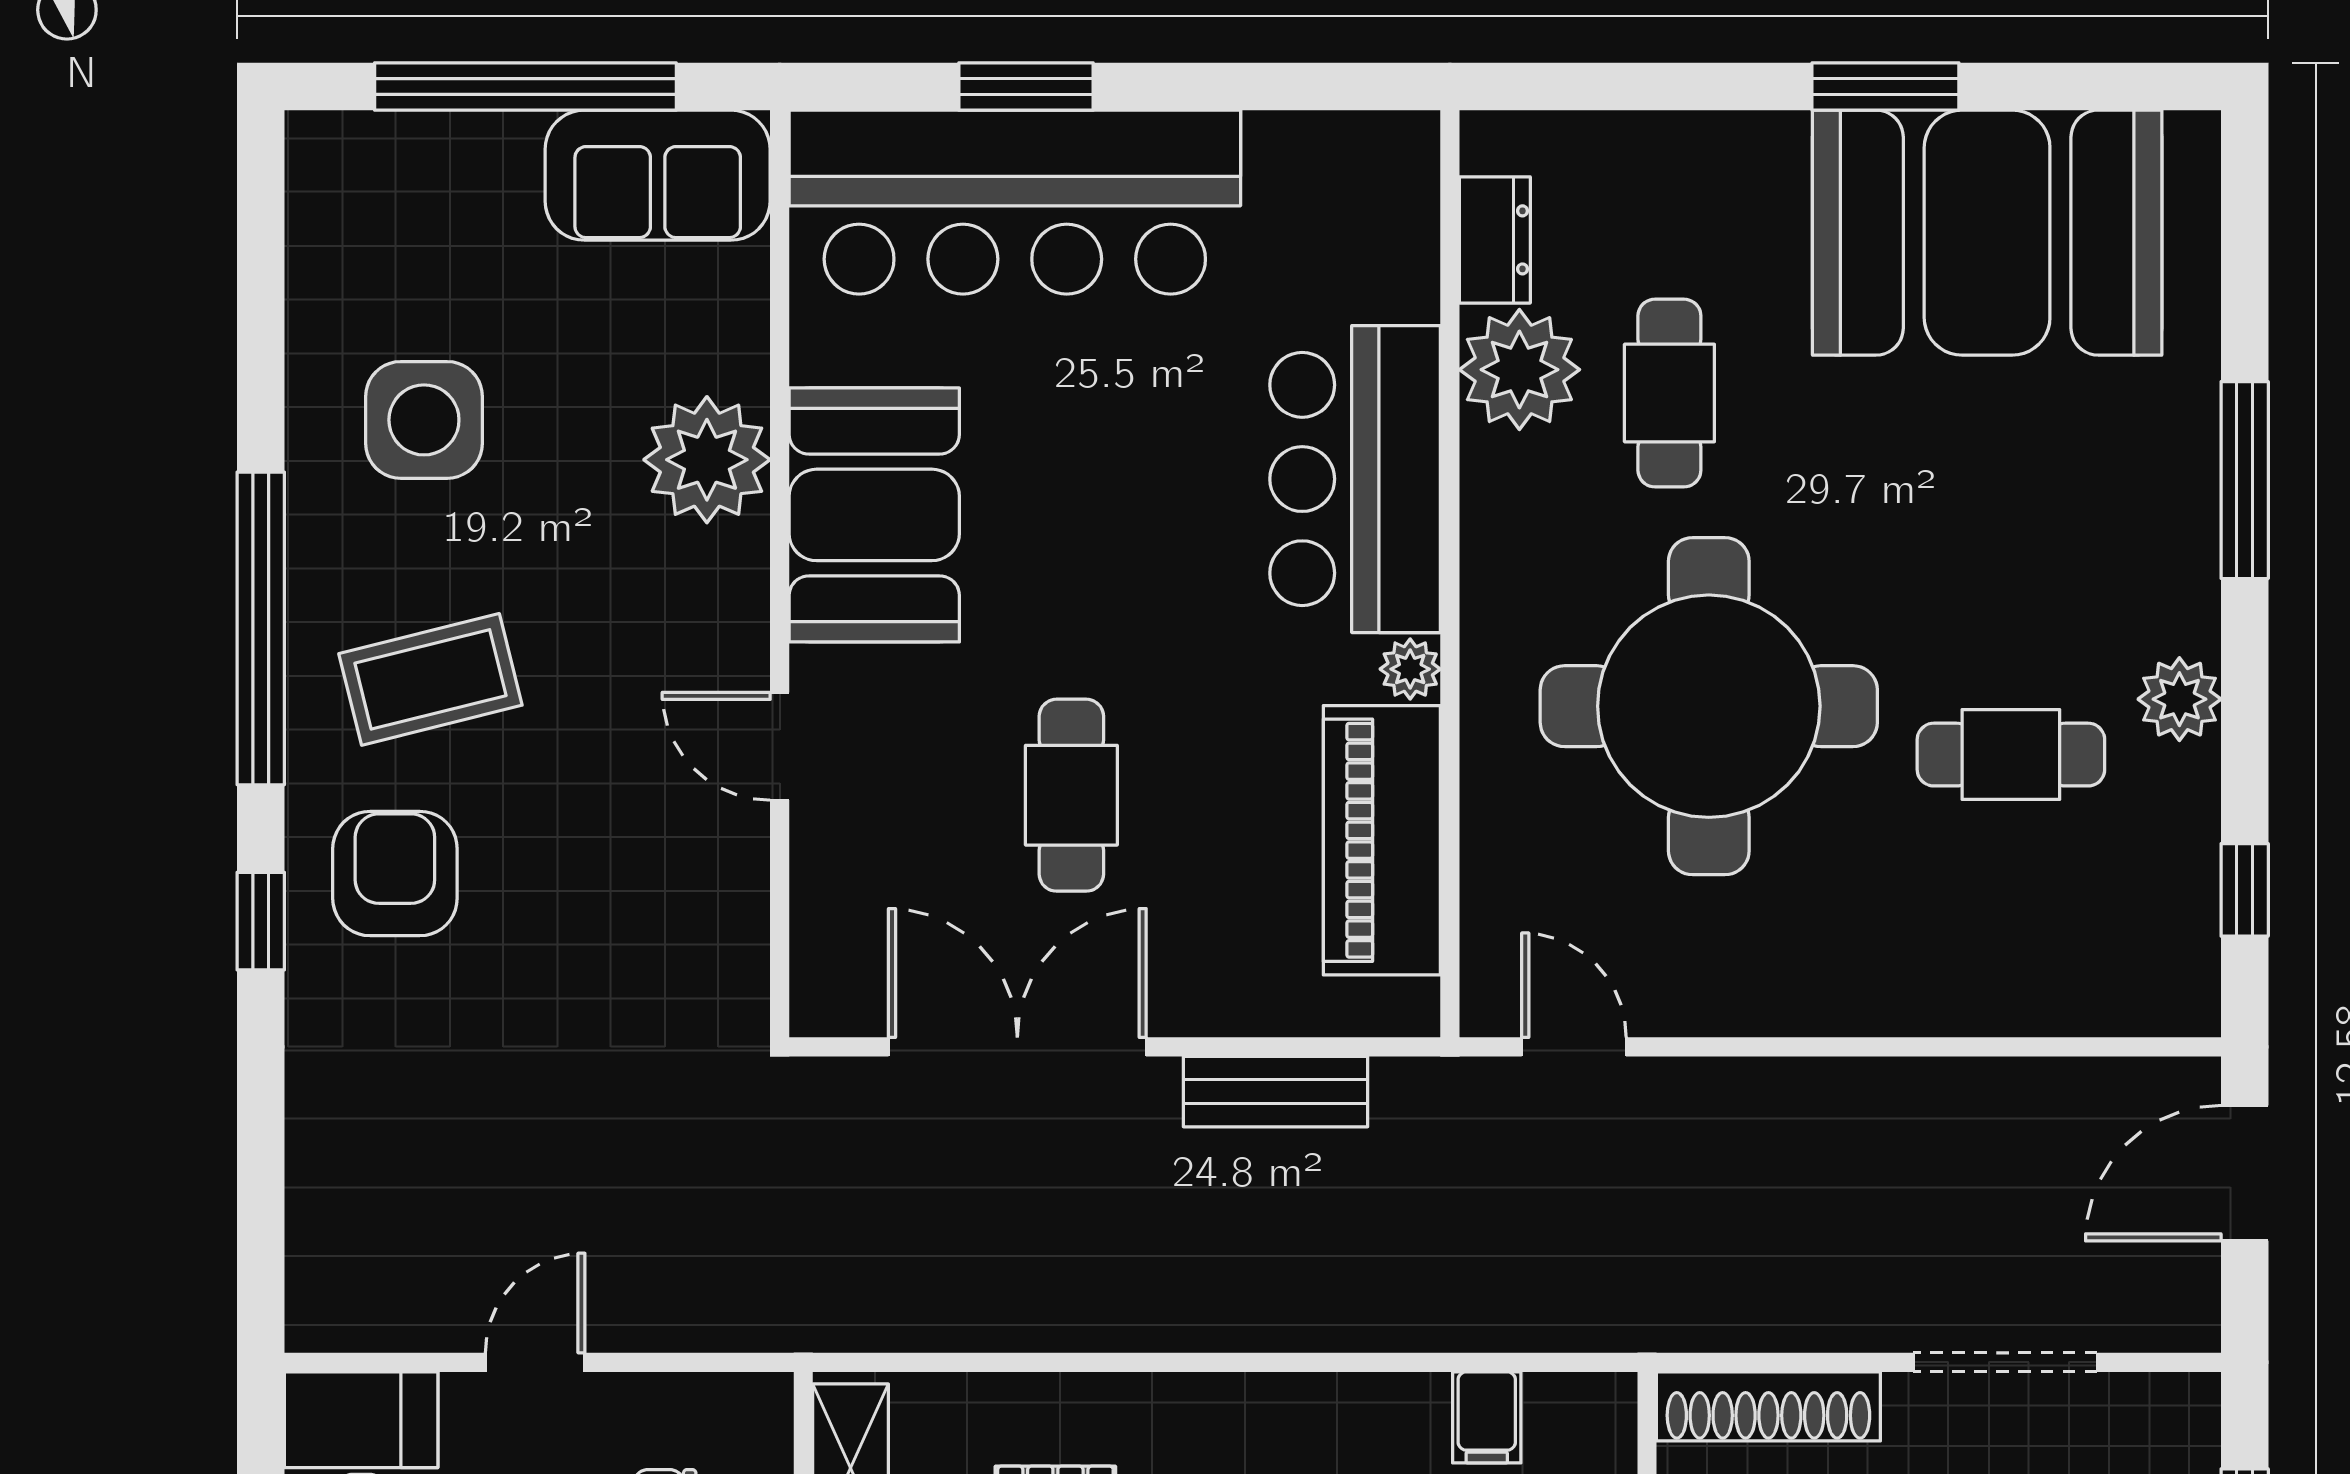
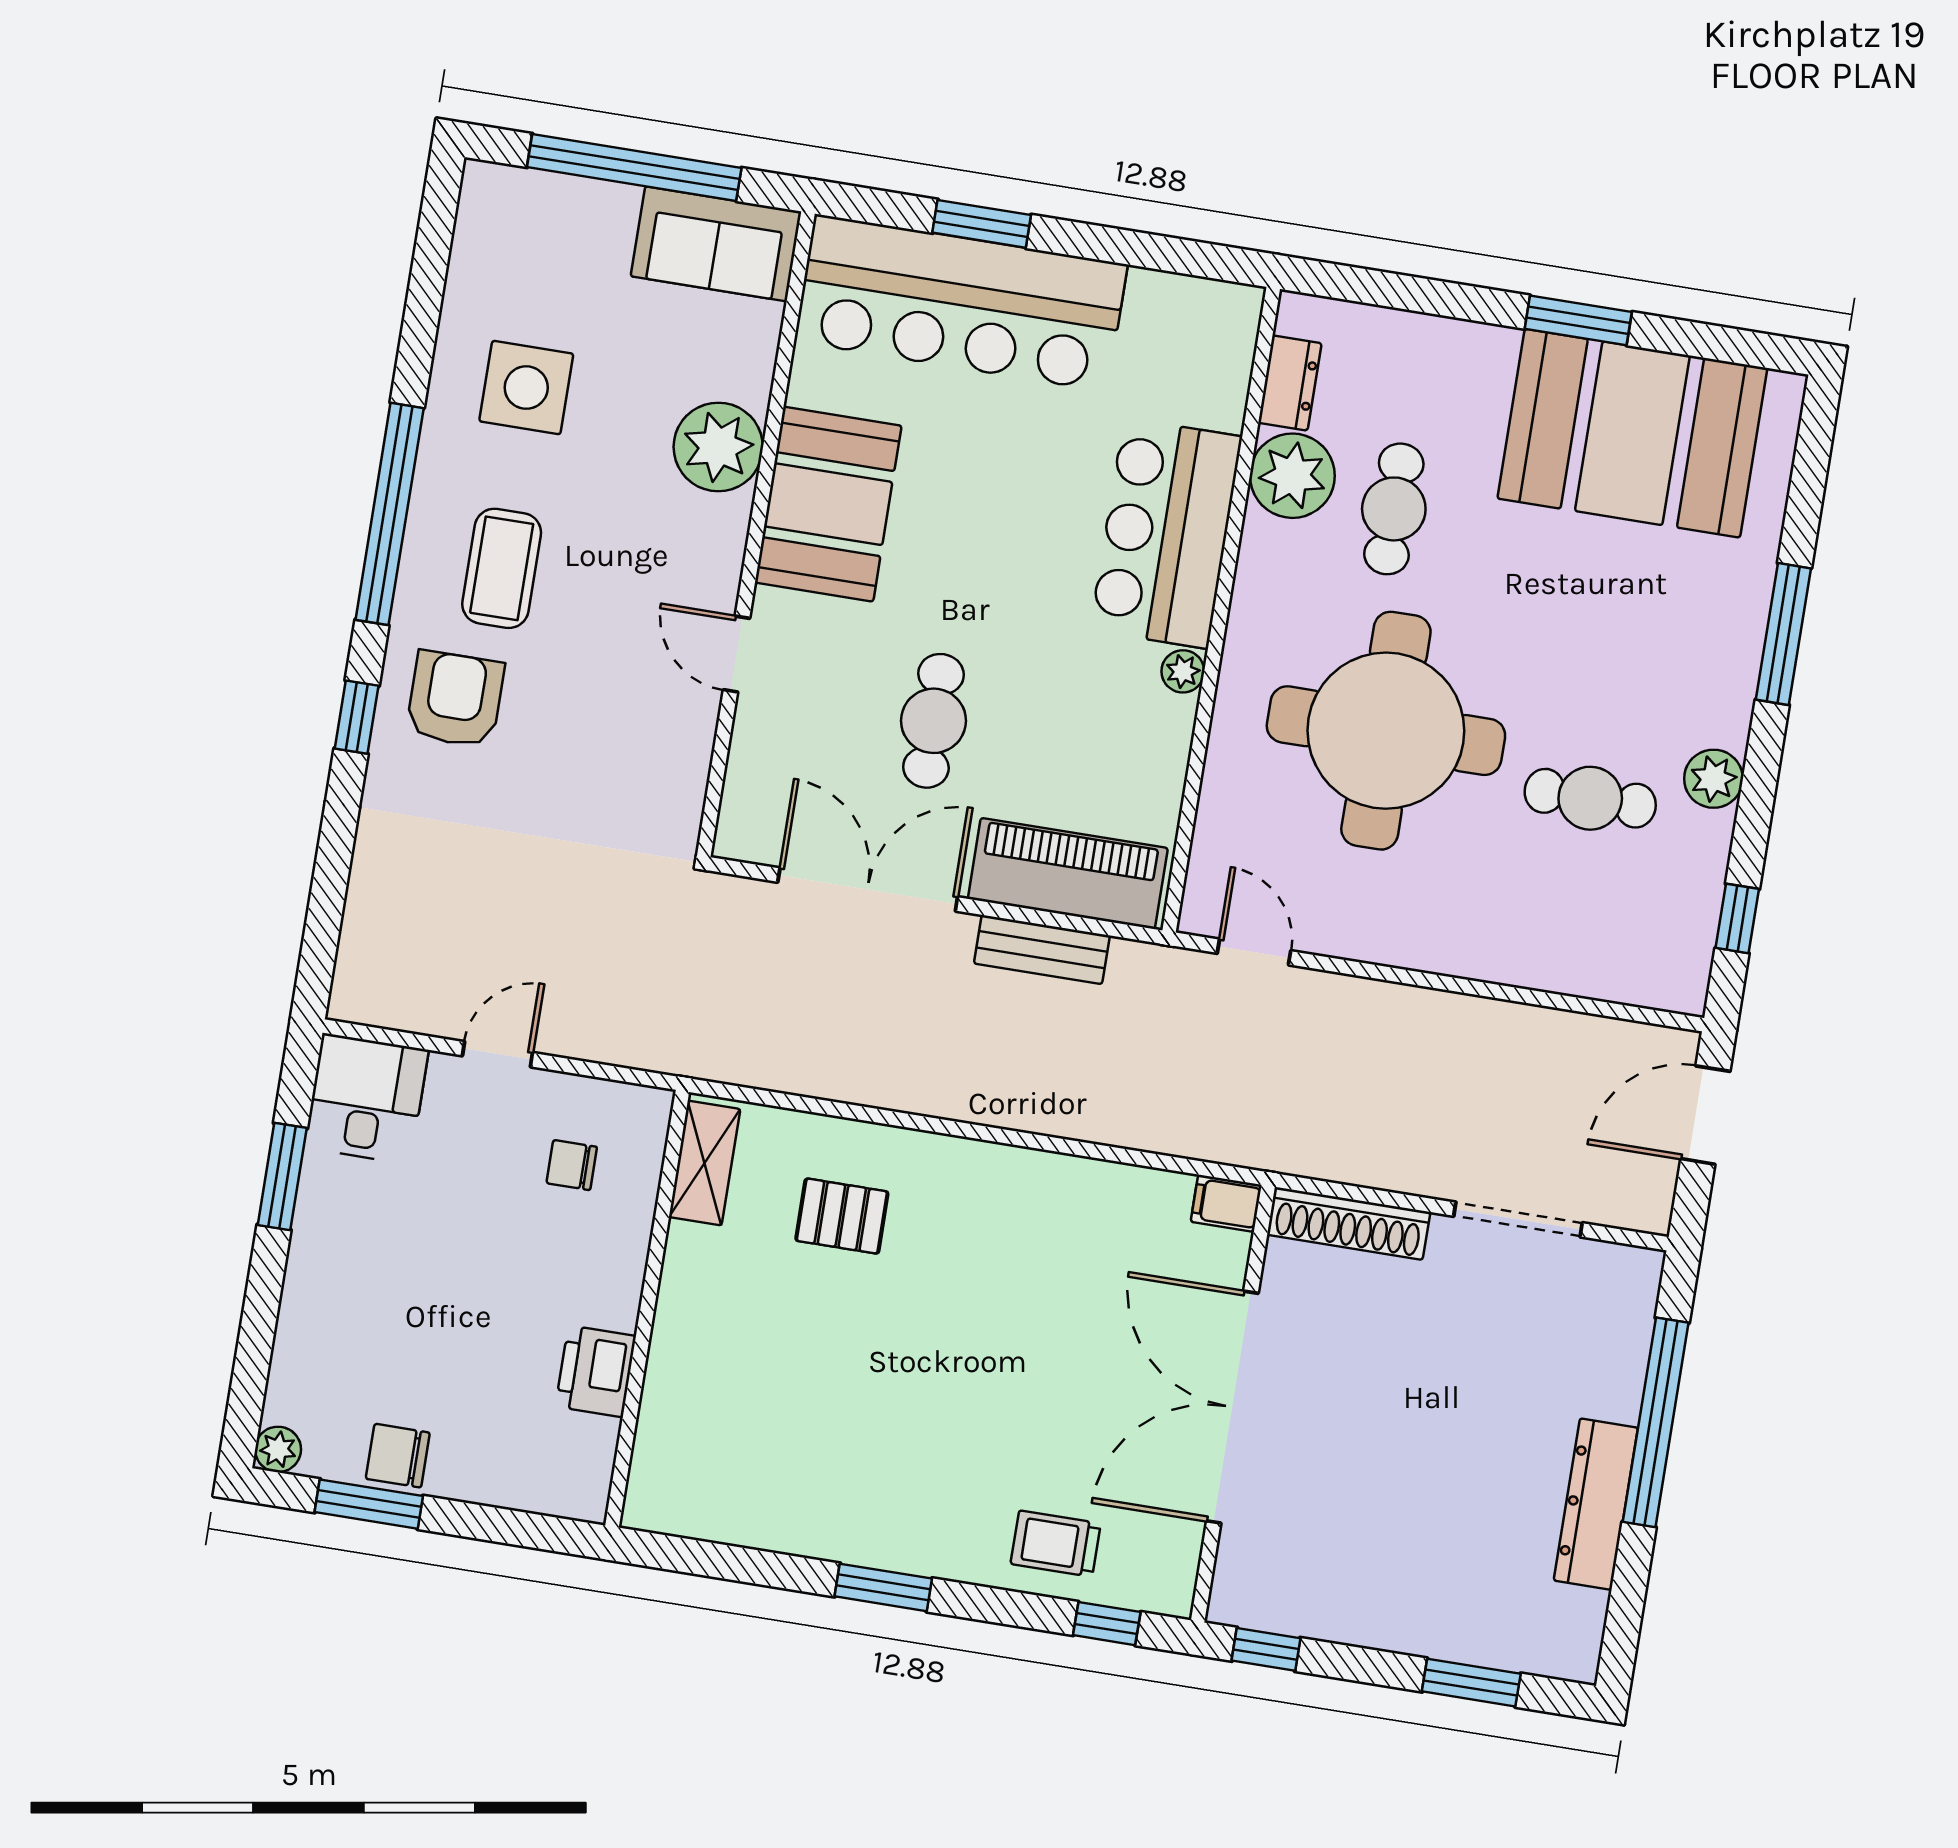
coffee table: (430, 679) -> (502, 568), turned -76
piano: (1382, 840) -> (1068, 873), moved, turned 90
filing cabinet: (1487, 1417) -> (1226, 1203), moved, turned 90

